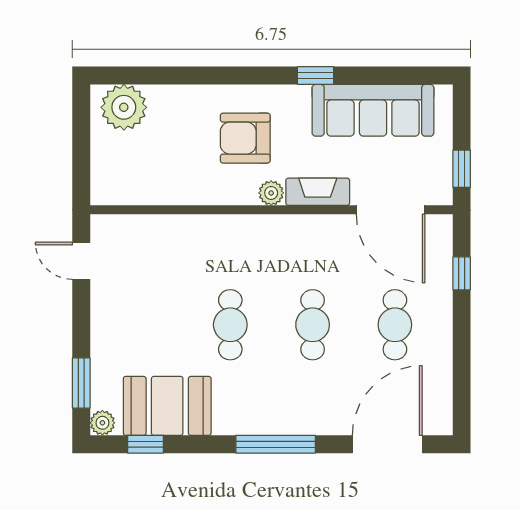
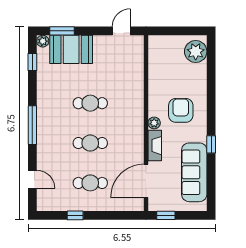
window: (462, 273) -> (75, 215), moved
booth: (167, 406) -> (71, 49), moved, turned 90
door: (387, 444) -> (32, 179), width x0.53

